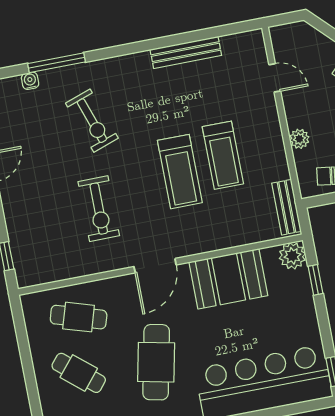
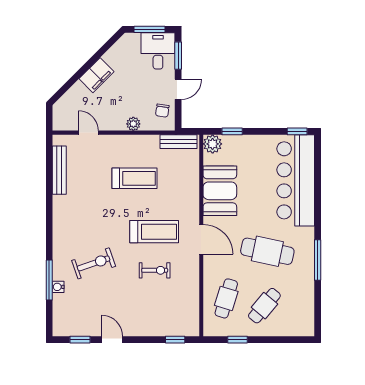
bench: (186, 52) -> (59, 170), moved
door: (275, 78) -> (88, 133), hinge flipped
water cooler: (30, 81) -> (58, 287), moved
treadmill: (180, 172) -> (154, 232), moved
exercise bike: (99, 209) -> (155, 270), width x0.73, depth x0.72
window: (23, 344) -> (237, 340), added

